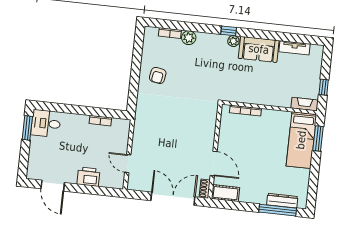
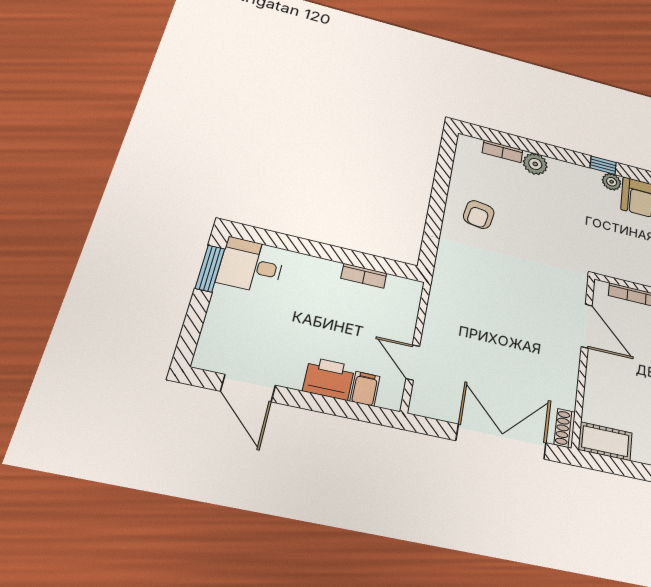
door: (214, 164) -> (587, 326), moved
filing cabinet: (106, 180) -> (365, 389), added

